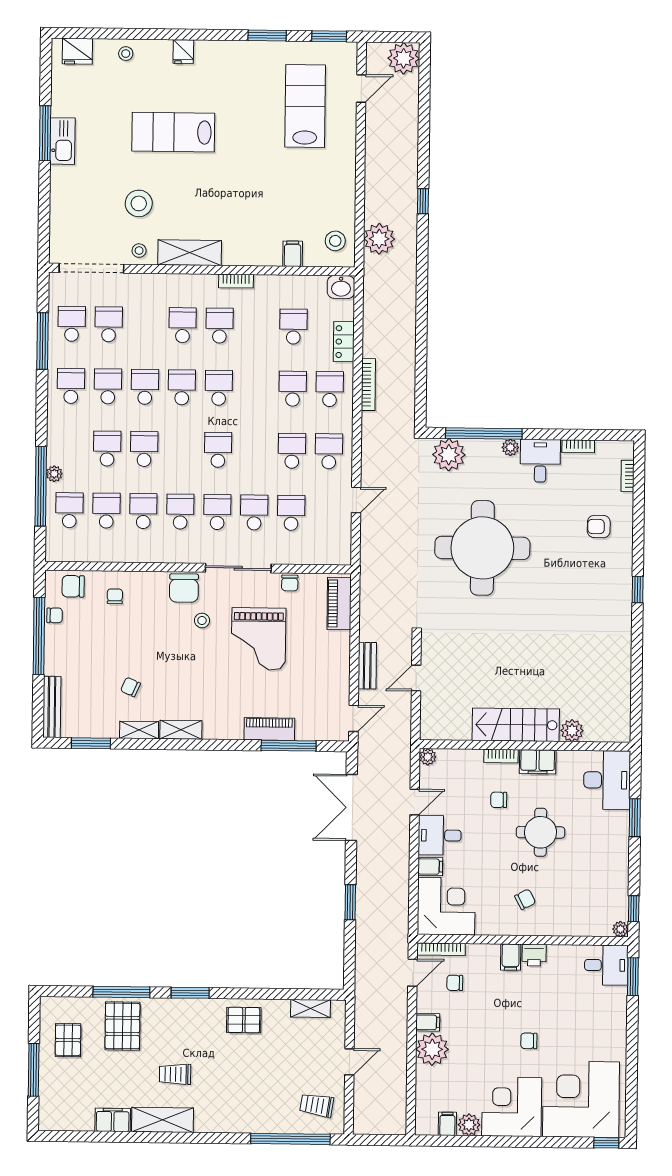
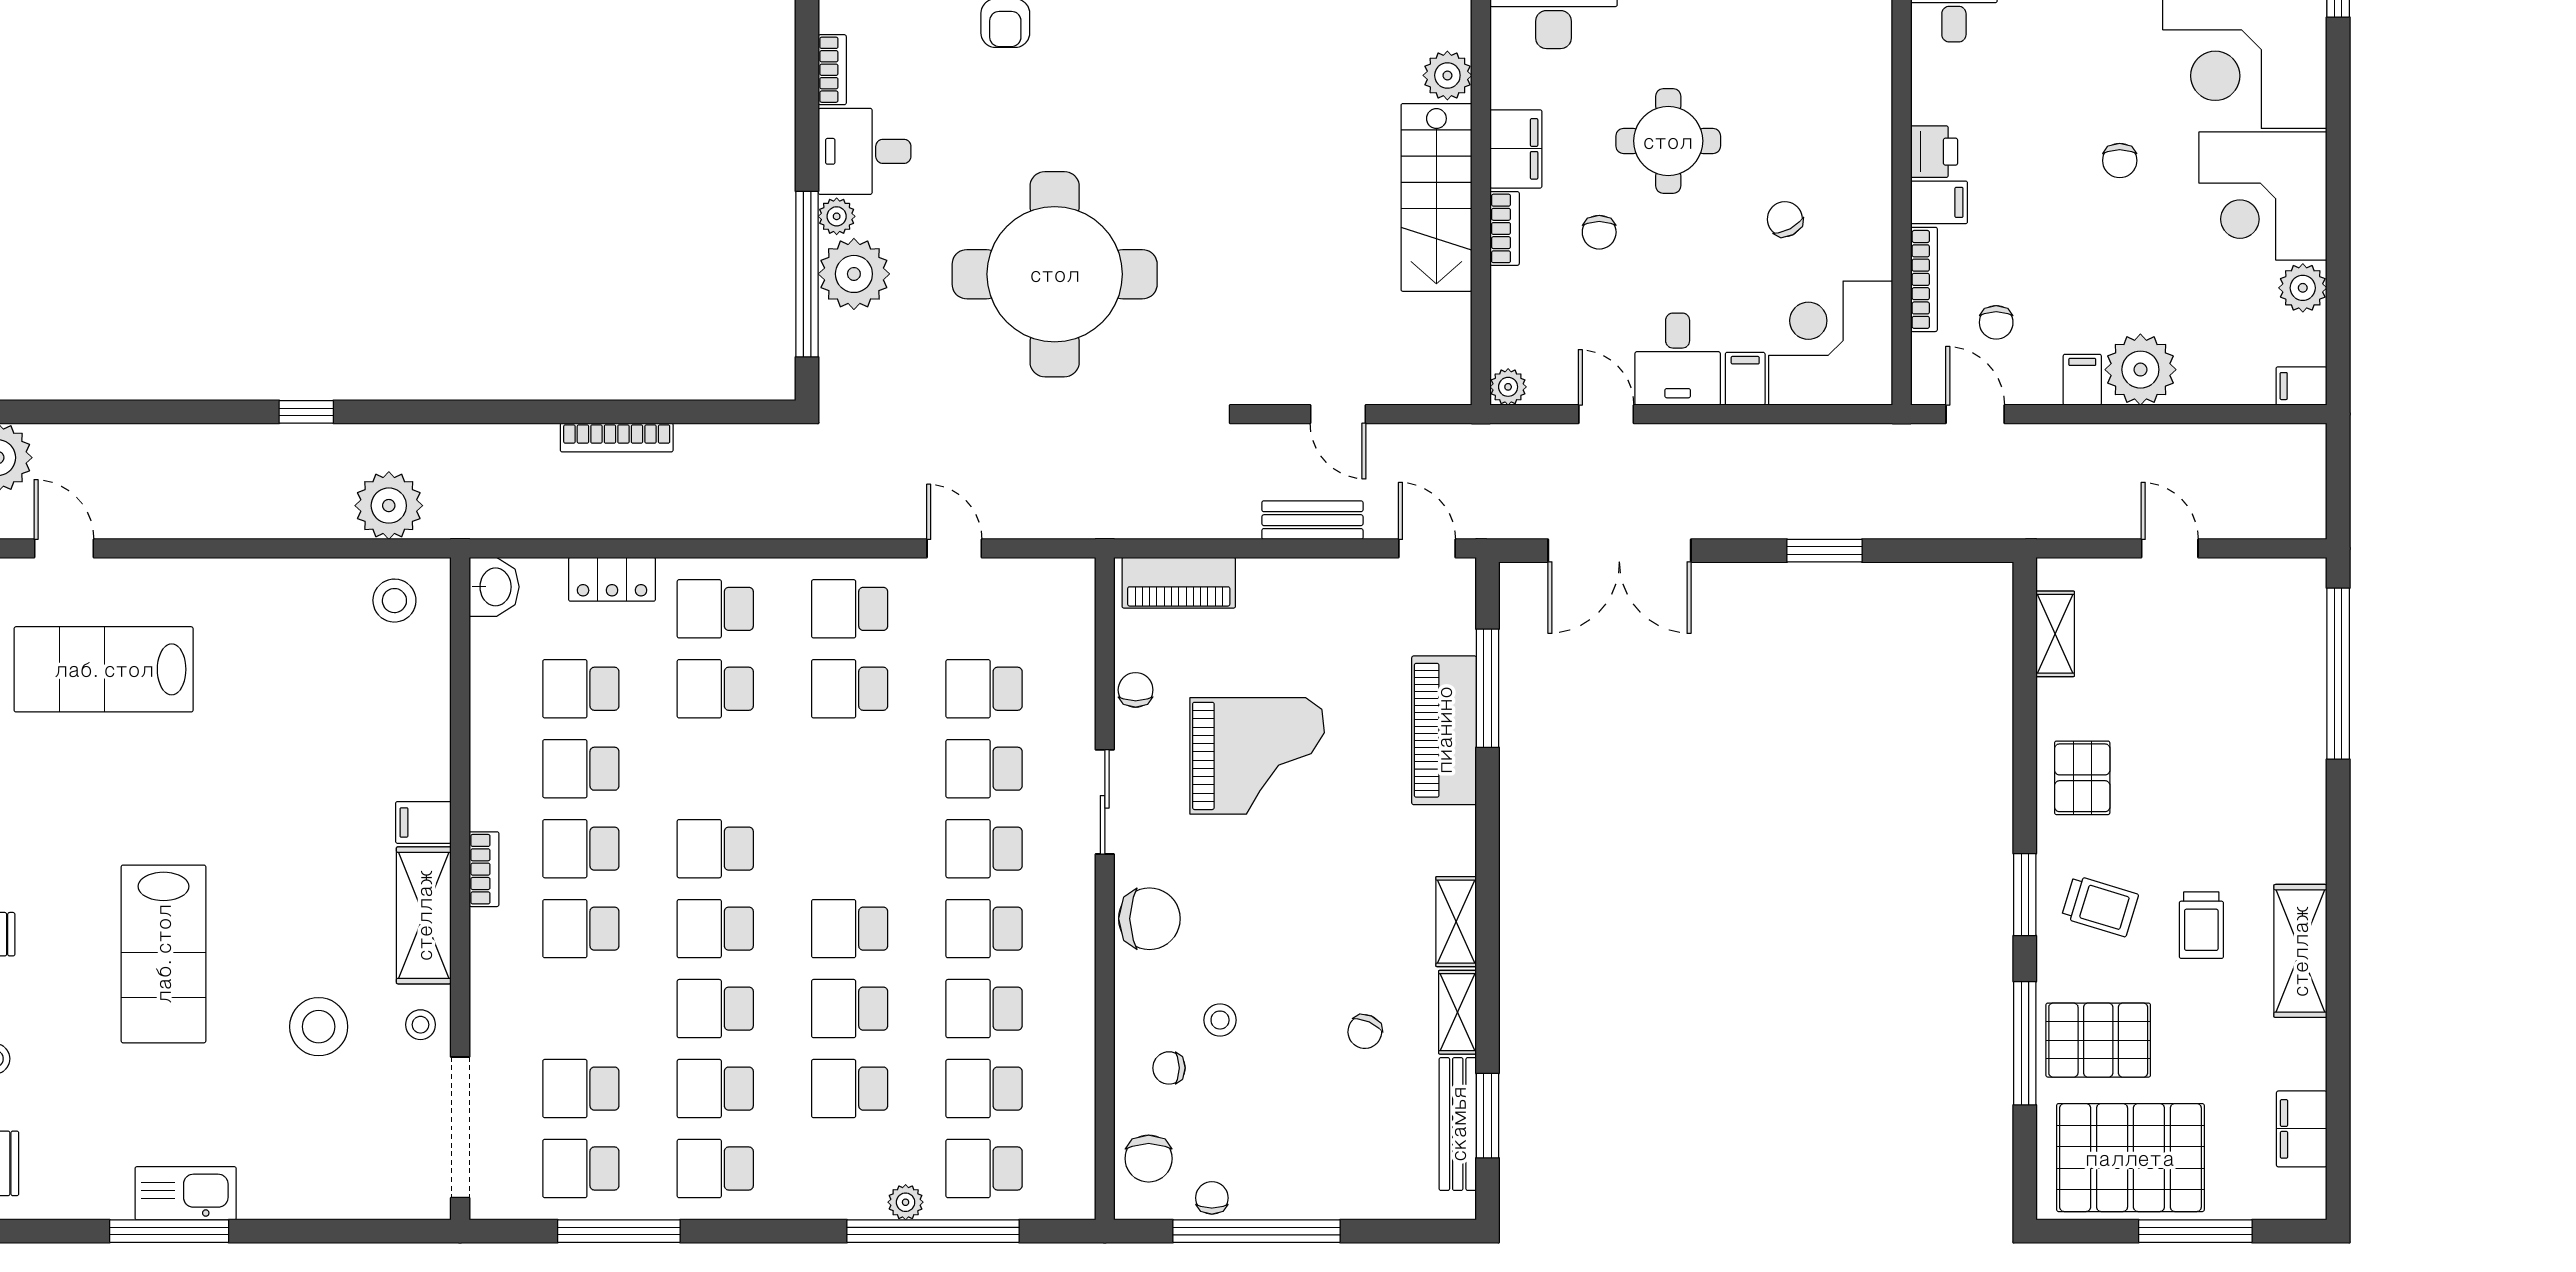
filing cabinet: (293, 254) -> (423, 822), moved
bookcase: (236, 281) -> (484, 869), moved
school desk: (256, 326) -> (581, 769), added
bookcase: (368, 385) -> (617, 437), moved, turned 180
school desk: (218, 450) -> (850, 929), moved
plant: (449, 455) -> (854, 274), moved
sliding door: (238, 568) -> (1105, 802), width x0.73
chair: (290, 583) -> (1136, 690), turned -90
stool: (202, 620) -> (1220, 1020), moved
bench: (52, 707) -> (1458, 1124), moved, turned 90
piano: (269, 729) -> (1444, 730), width x1.37, depth x1.33
chair: (525, 899) -> (1785, 219), moved
bookcase: (441, 949) -> (1924, 279), moved
pallet: (68, 1040) -> (2130, 1158), width x2.05, depth x2.00
trolley: (317, 1105) -> (2100, 906), moved, turned -82
filing cabinet: (113, 1120) -> (2302, 1129), moved
filing cabinet: (447, 1124) -> (2301, 386), moved

